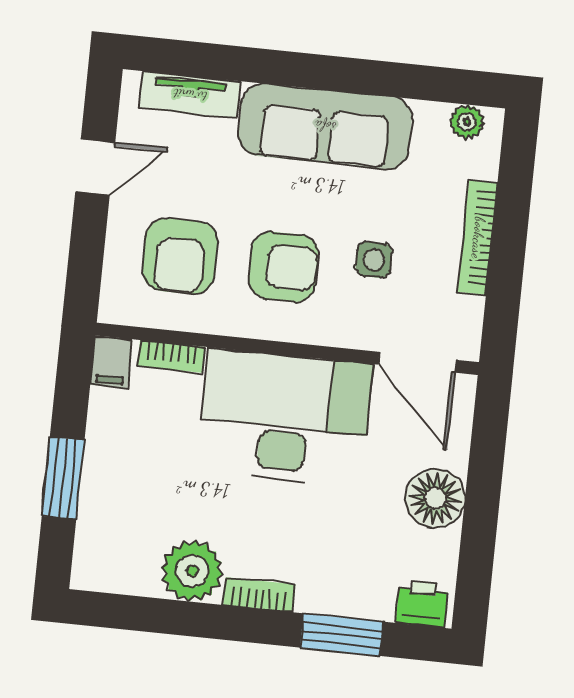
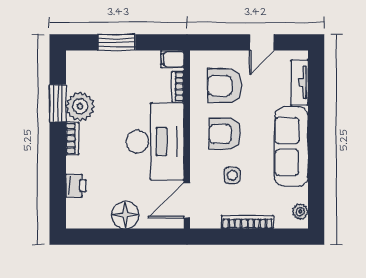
door: (95, 167) -> (262, 42), hinge flipped
armchair: (283, 267) -> (225, 134), turned 90
printer: (422, 603) -> (76, 186), moved
window: (342, 635) -> (58, 103), moved

